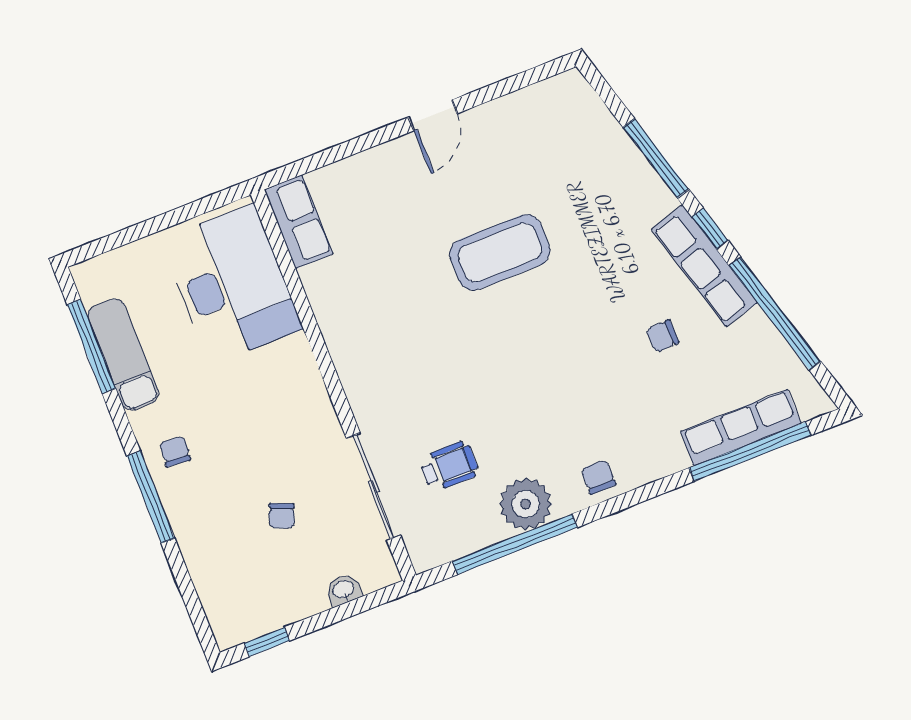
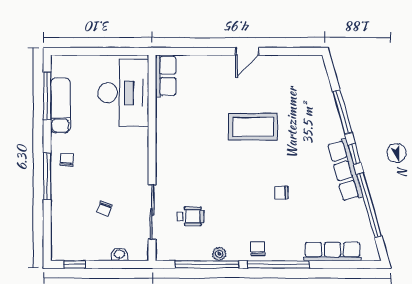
chair: (663, 336) -> (281, 193), moved
window: (750, 451) -> (278, 264), moved
plant: (526, 504) -> (219, 254), width x0.53, depth x0.53

